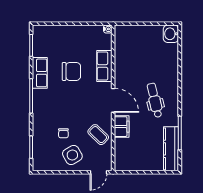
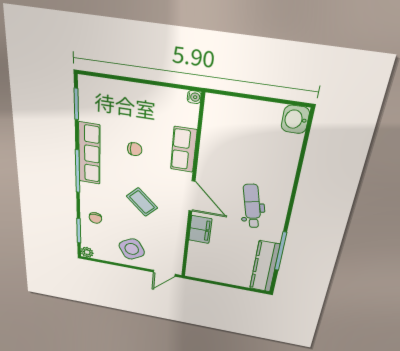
chair: (71, 71) -> (135, 149), width x0.54, depth x0.54
row of seats: (40, 73) -> (89, 154), width x1.48
chair: (63, 133) -> (95, 218), moved
coffee table: (98, 135) -> (142, 202), moved
plant: (37, 166) -> (87, 252), added

